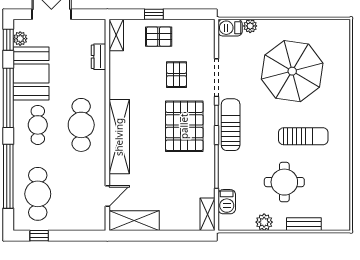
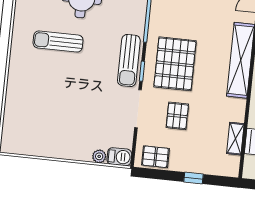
shelving: (116, 35) -> (235, 139), moved
pallet: (159, 37) -> (155, 157), moved
parasol: (292, 71) -> (62, 107), removed

